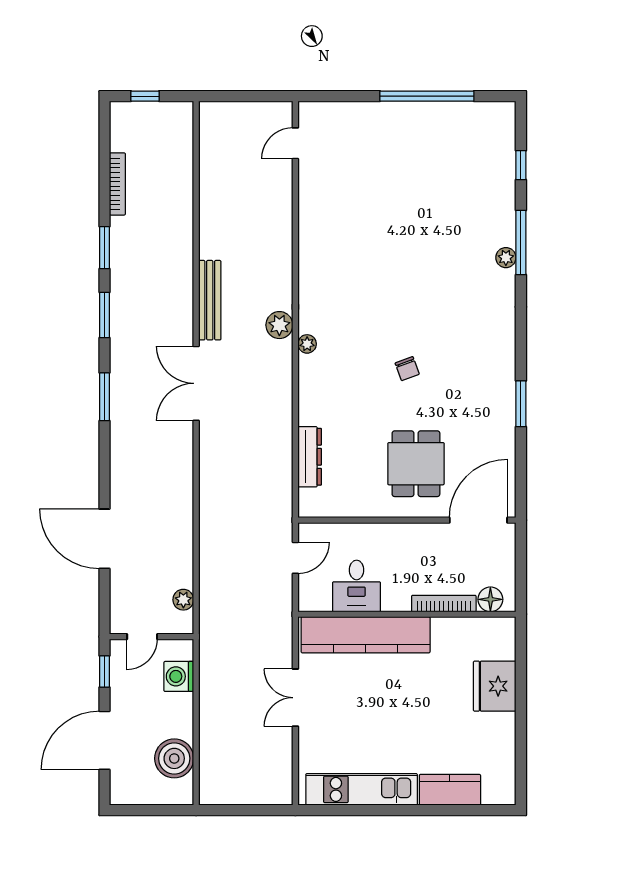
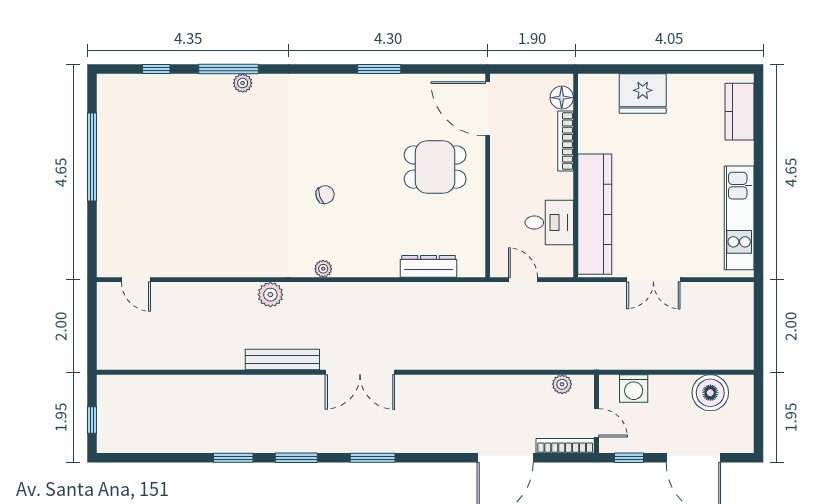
bookcase: (117, 184) -> (565, 446), moved
plant: (279, 325) -> (270, 295), moved
chair: (407, 369) -> (325, 195), moved
kitchen counter: (450, 790) -> (740, 112), moved

